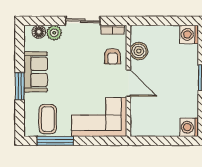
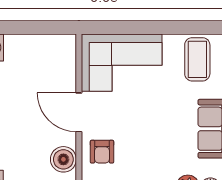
armchair: (113, 56) -> (102, 152), turned 180
window: (55, 141) -> (186, 27), removed

